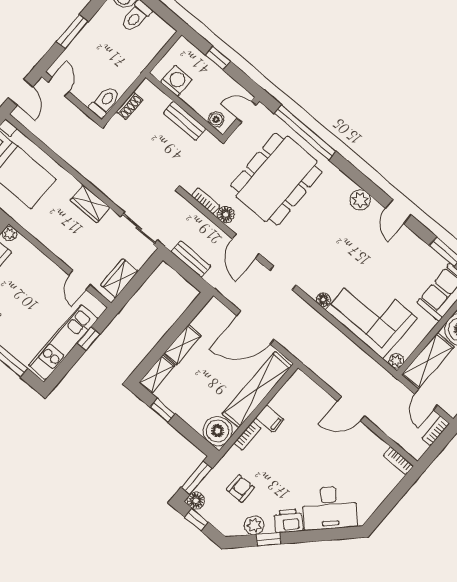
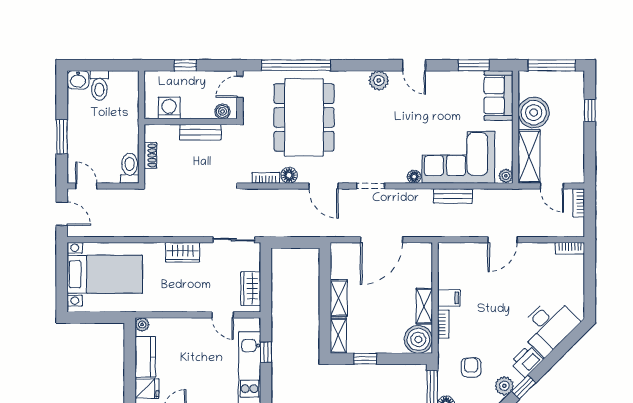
bench: (191, 259) -> (453, 196), moved
shelving: (257, 390) -> (424, 306), width x0.45, depth x0.75

